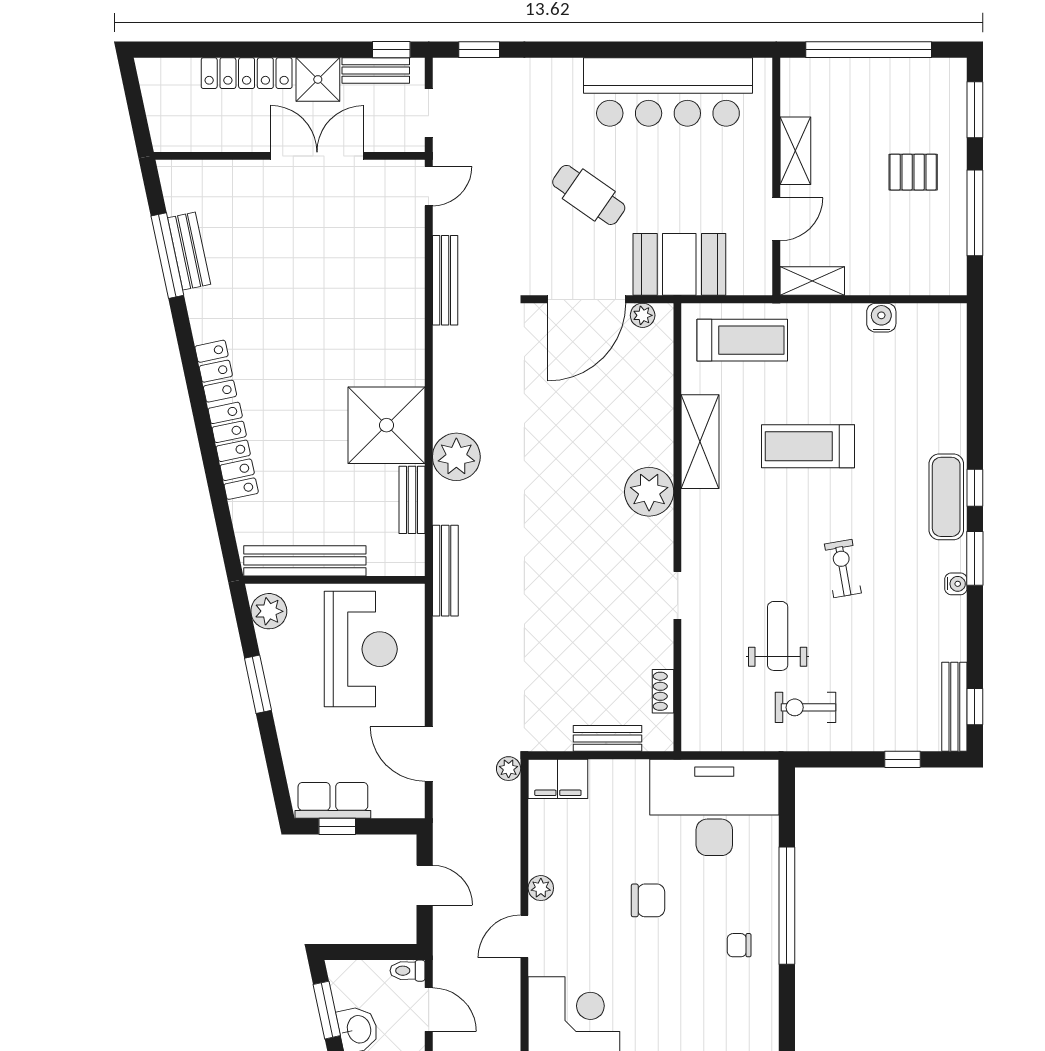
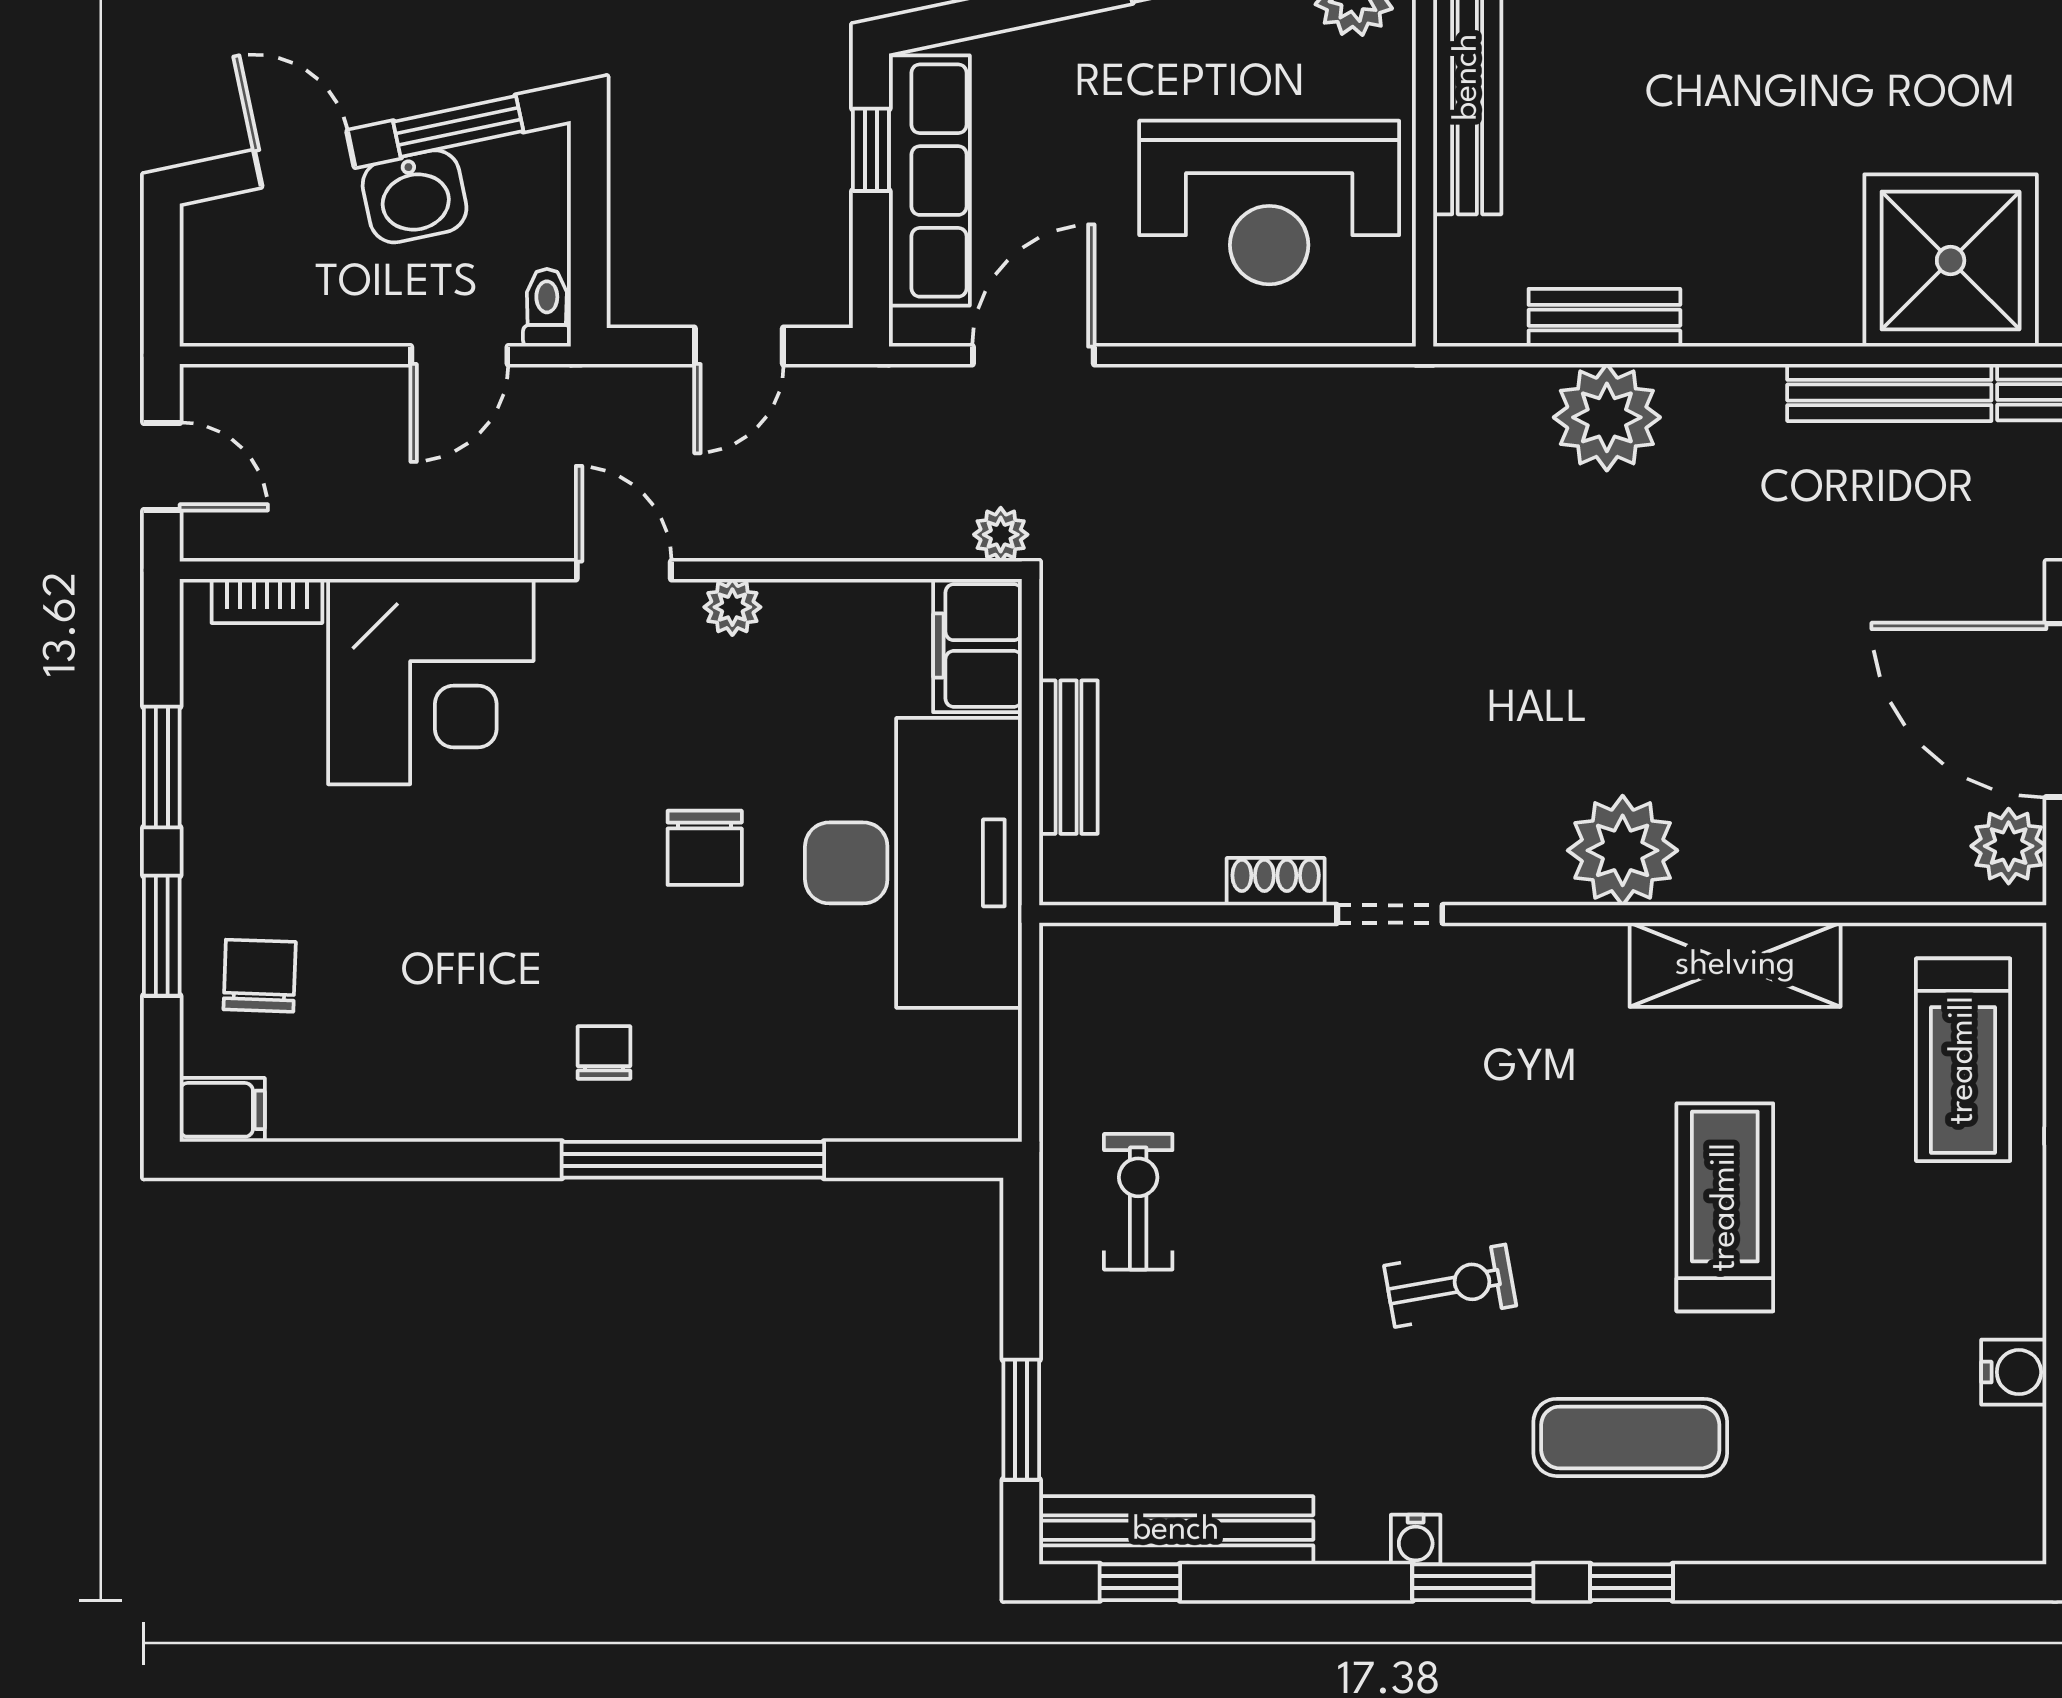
plant: (643, 315) -> (2009, 846), width x1.38, depth x1.38
shower: (387, 425) -> (1951, 261), moved
plant: (456, 457) -> (1607, 417), moved
exercise mat: (946, 497) -> (1630, 1437), moved
bench: (445, 571) -> (1889, 392), moved
weight bench: (778, 636) -> (1299, 1139), removed
shoe rack: (663, 691) -> (1276, 882), moved
bench: (954, 707) -> (1176, 1530), width x1.37, depth x1.21
window: (902, 759) -> (1021, 1420), width x1.50
row of seats: (333, 800) -> (929, 181), width x1.48
desk: (714, 807) -> (913, 863), moved

